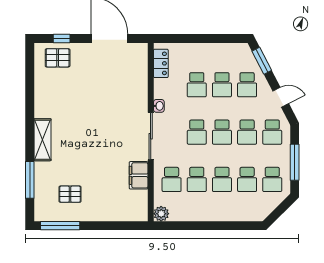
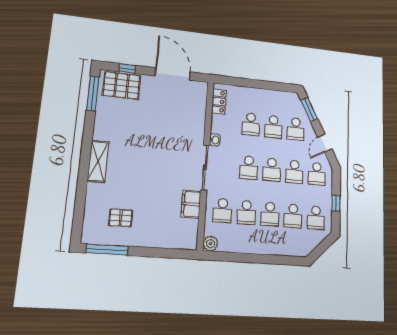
pallet: (58, 58) -> (121, 85), width x1.50, depth x1.42
door: (281, 97) -> (325, 143), swing flipped
window: (295, 162) -> (336, 203), width x0.46
window: (30, 180) -> (93, 93), moved

